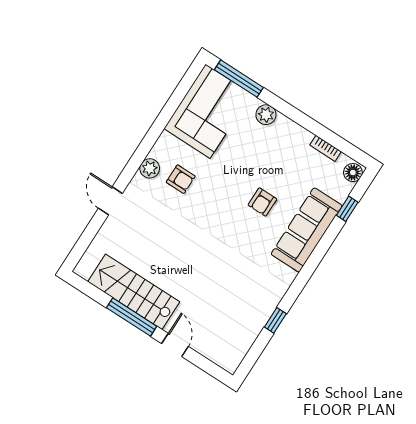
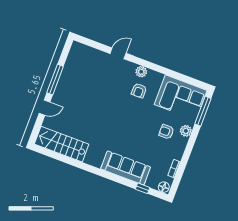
armchair: (262, 202) -> (166, 132), moved
stairs: (134, 292) -> (62, 144), moved, turned -90
window: (275, 320) -> (71, 161), removed

